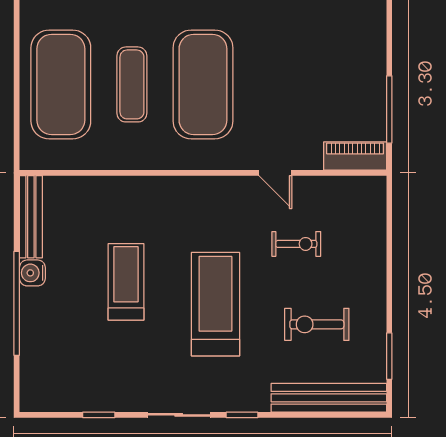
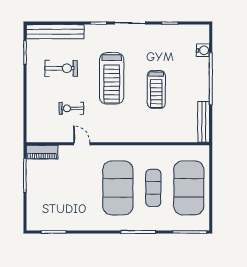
water cooler: (32, 273) -> (203, 50), moved

